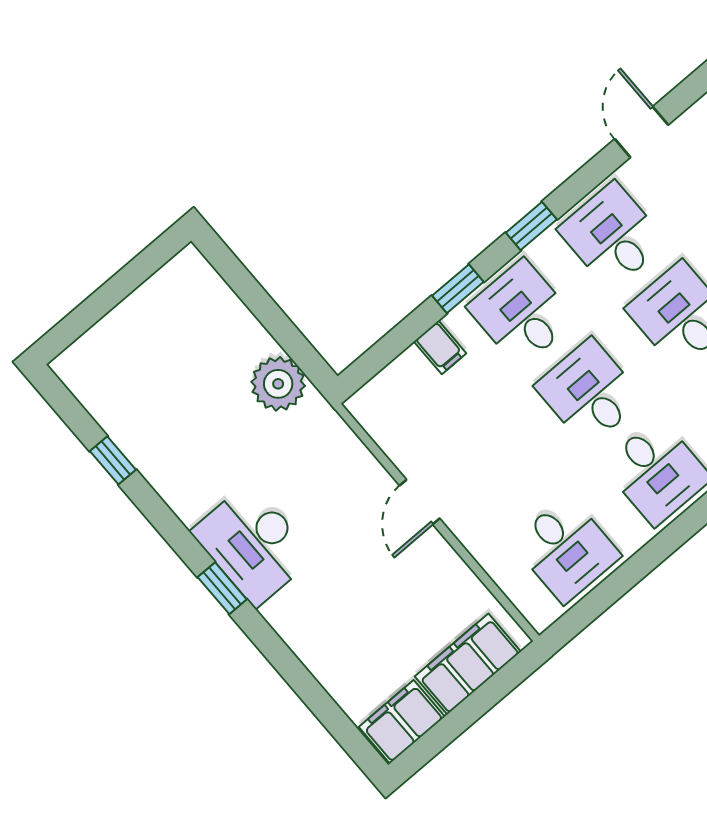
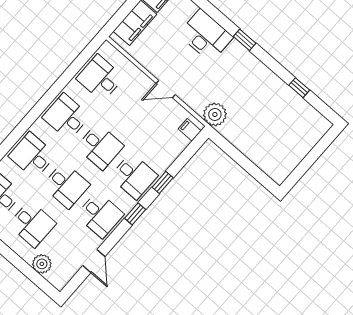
filing cabinet: (440, 347) -> (190, 130), moved
plant: (278, 384) -> (215, 114), moved
door: (420, 502) -> (166, 89), swing flipped
desk: (253, 544) -> (206, 36), moved

